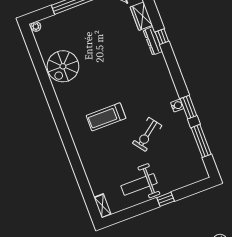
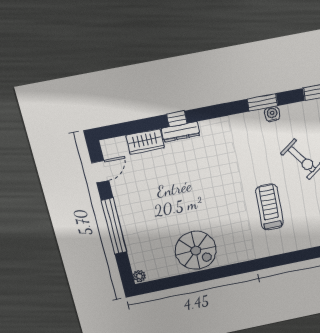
window: (188, 107) -> (263, 102), moved
treadmill: (106, 117) -> (270, 207), turned 180

